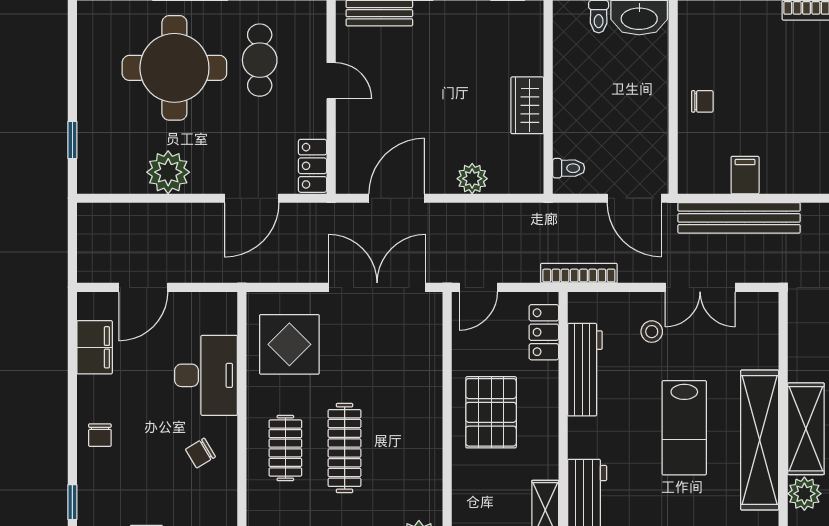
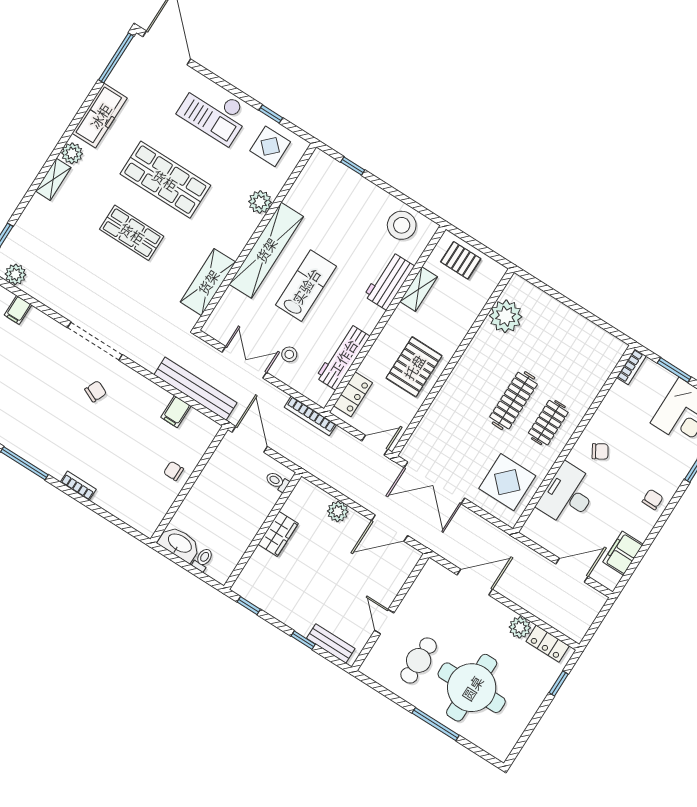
locker: (313, 166) -> (548, 644), moved, turned 90
plant: (168, 172) -> (520, 627), width x0.73, depth x0.73
shelving: (806, 429) -> (208, 282), moved

